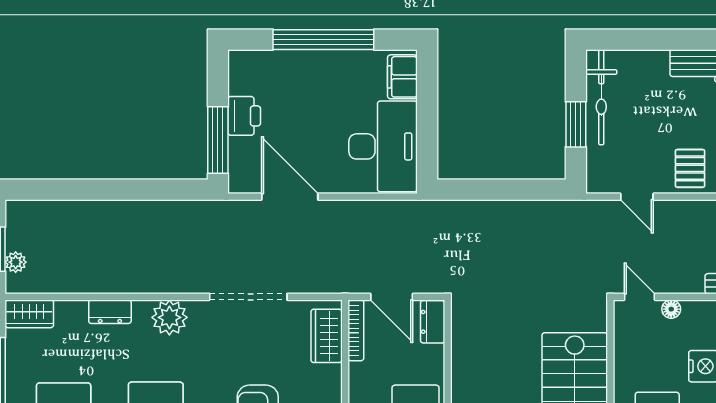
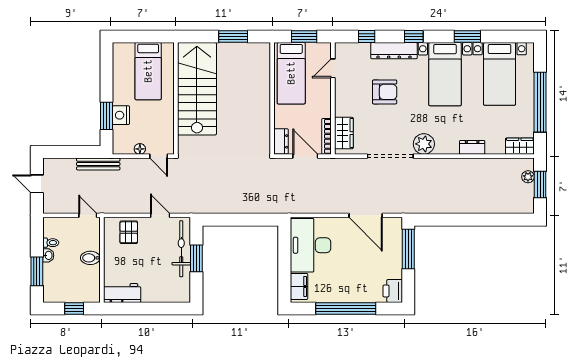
bicycle: (601, 97) -> (181, 249), moved
printer: (244, 116) -> (393, 291), moved
plant: (169, 317) -> (424, 144), moved

